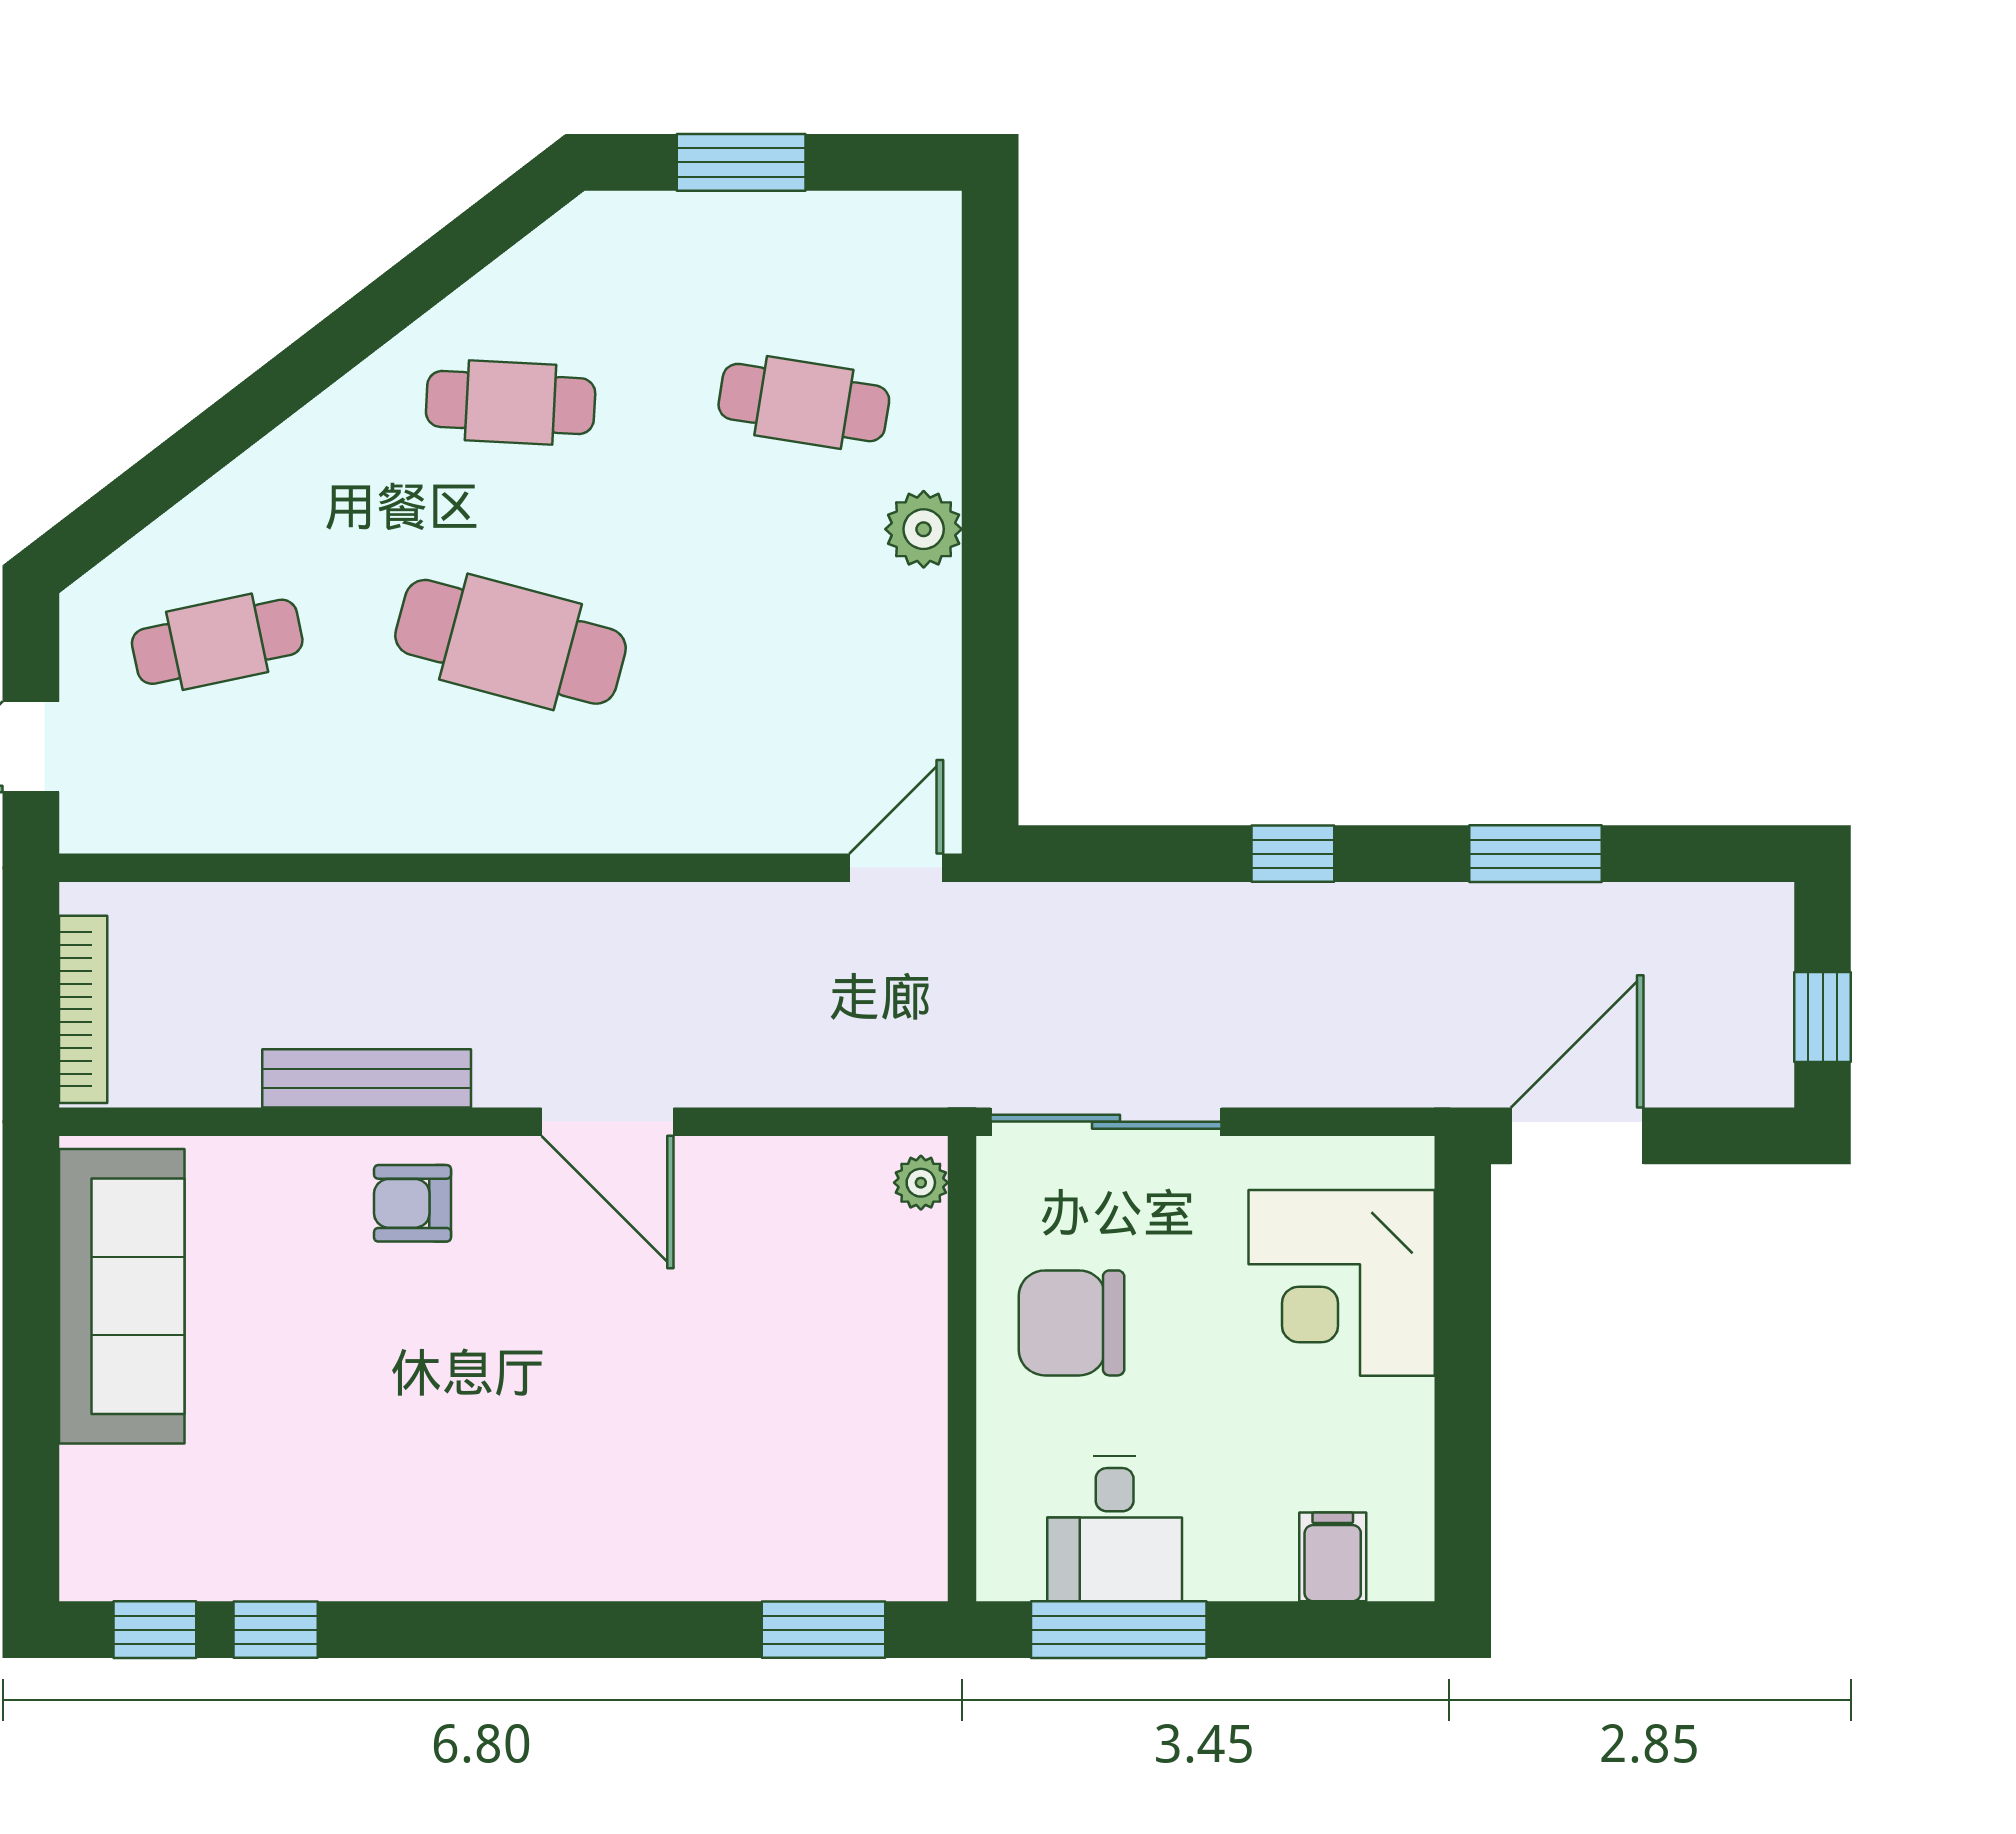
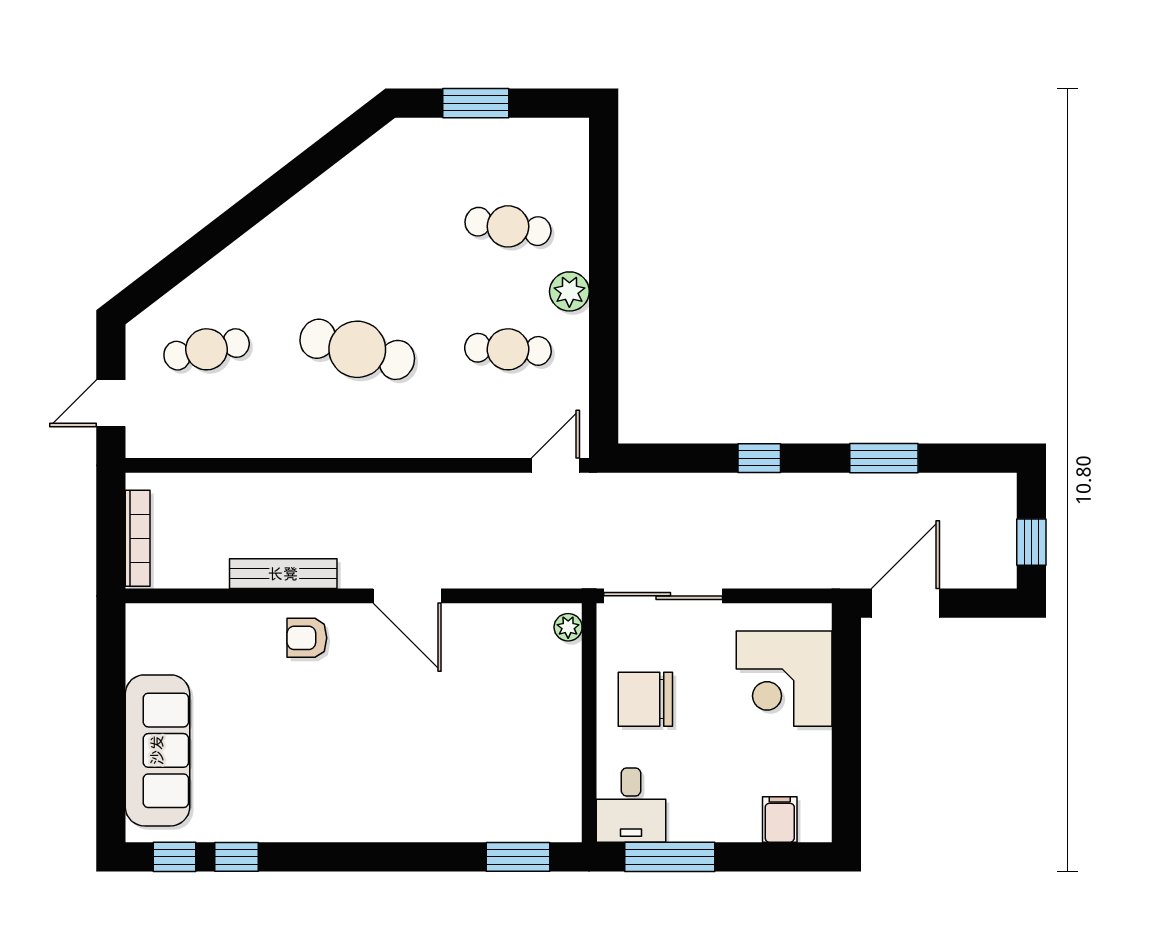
cafe table: (511, 403) -> (508, 349), moved
sofa: (122, 1296) -> (157, 750), moved
desk: (1115, 1529) -> (631, 805), moved

